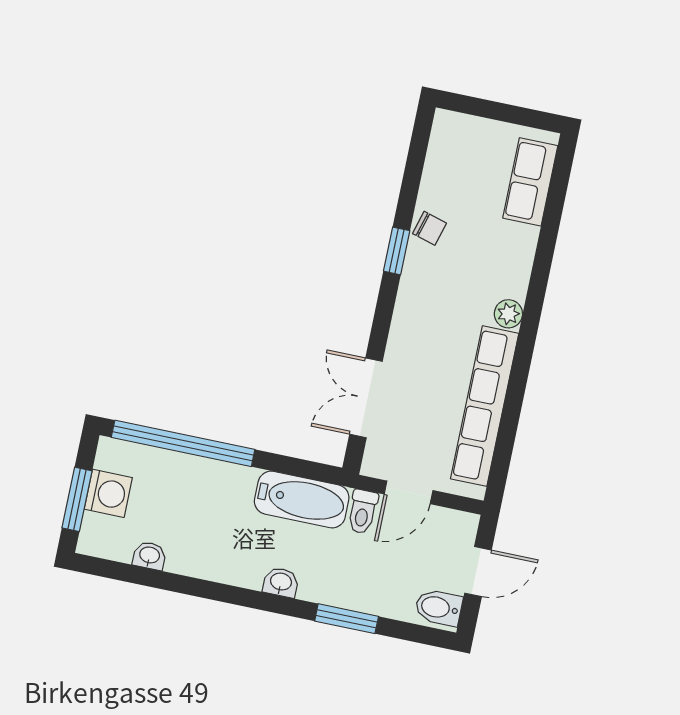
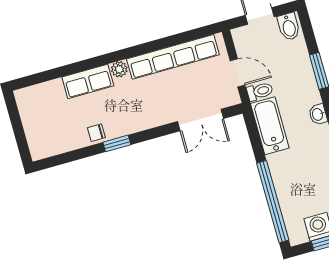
row of seats: (530, 182) -> (88, 81), moved
chair: (429, 228) -> (96, 133), turned -106

